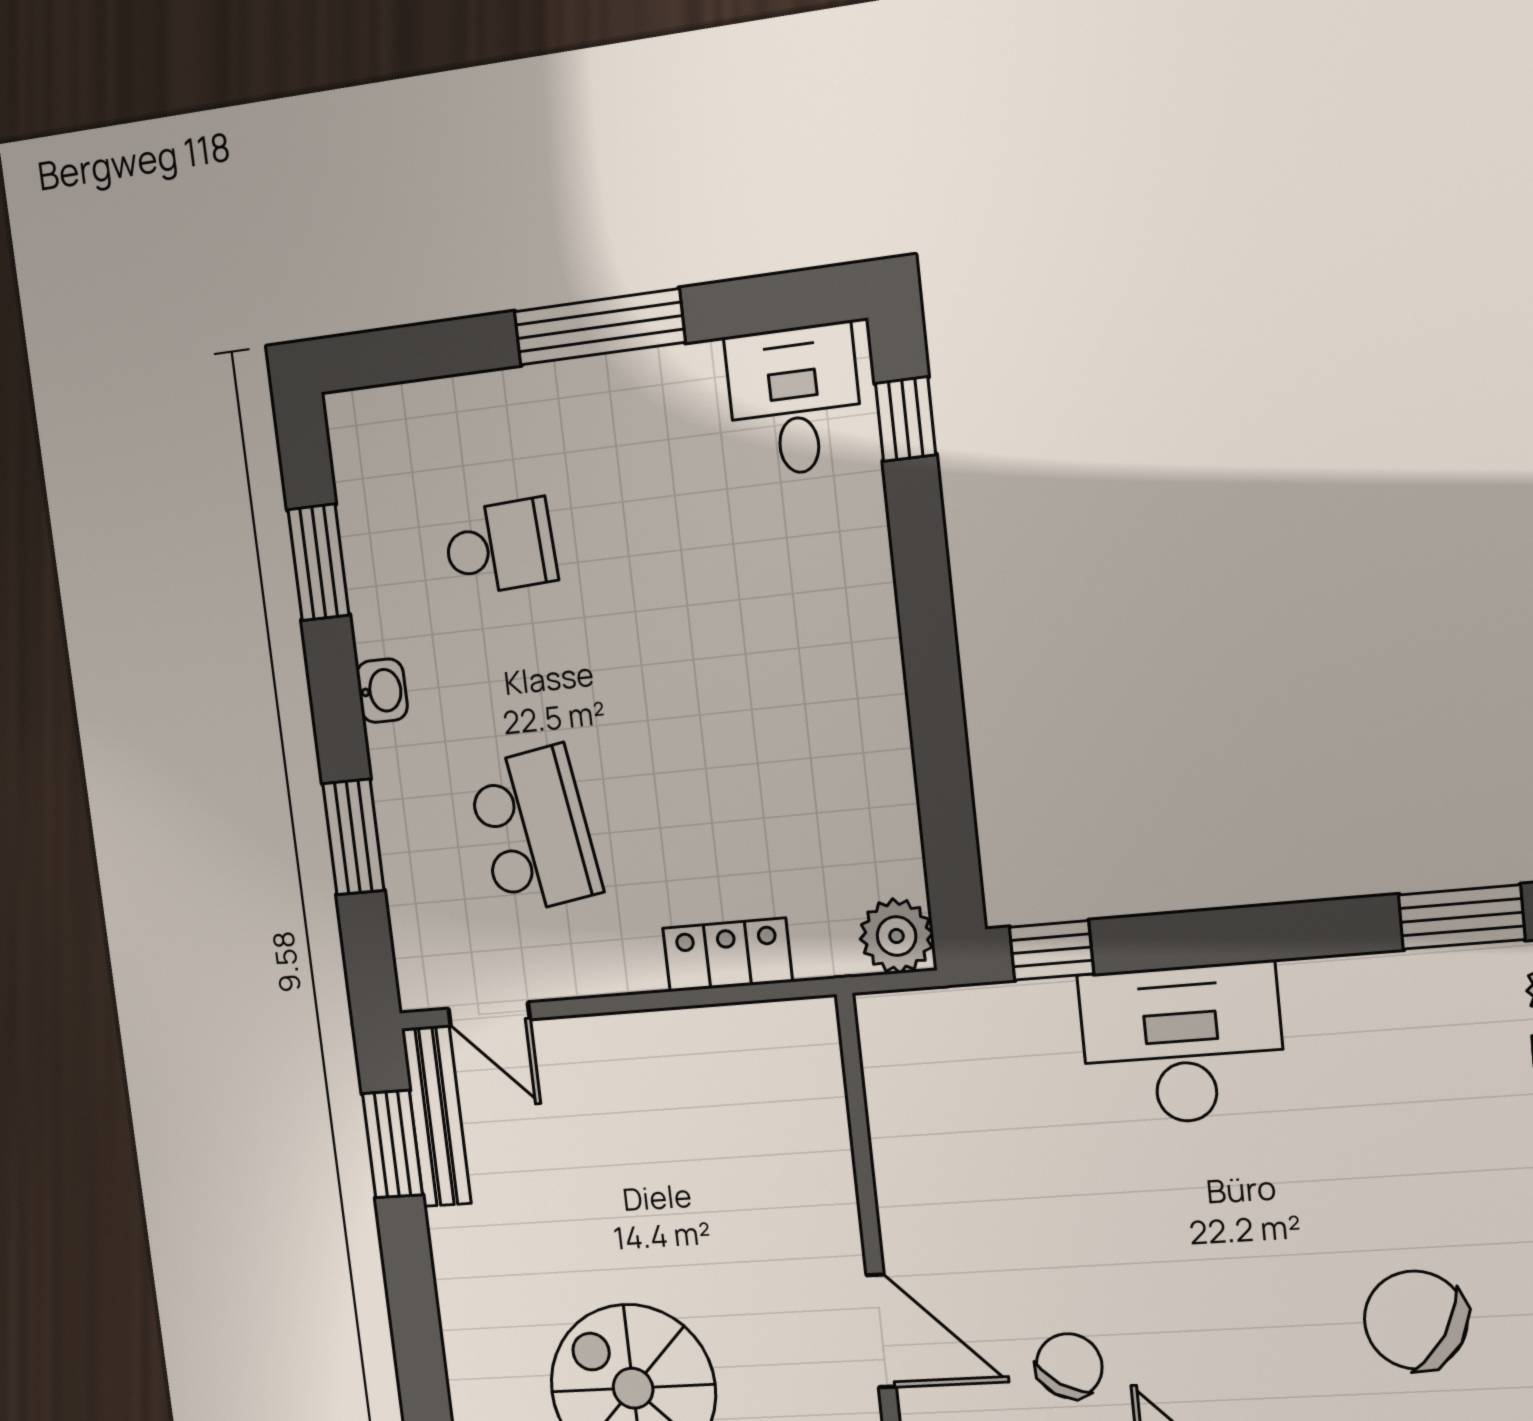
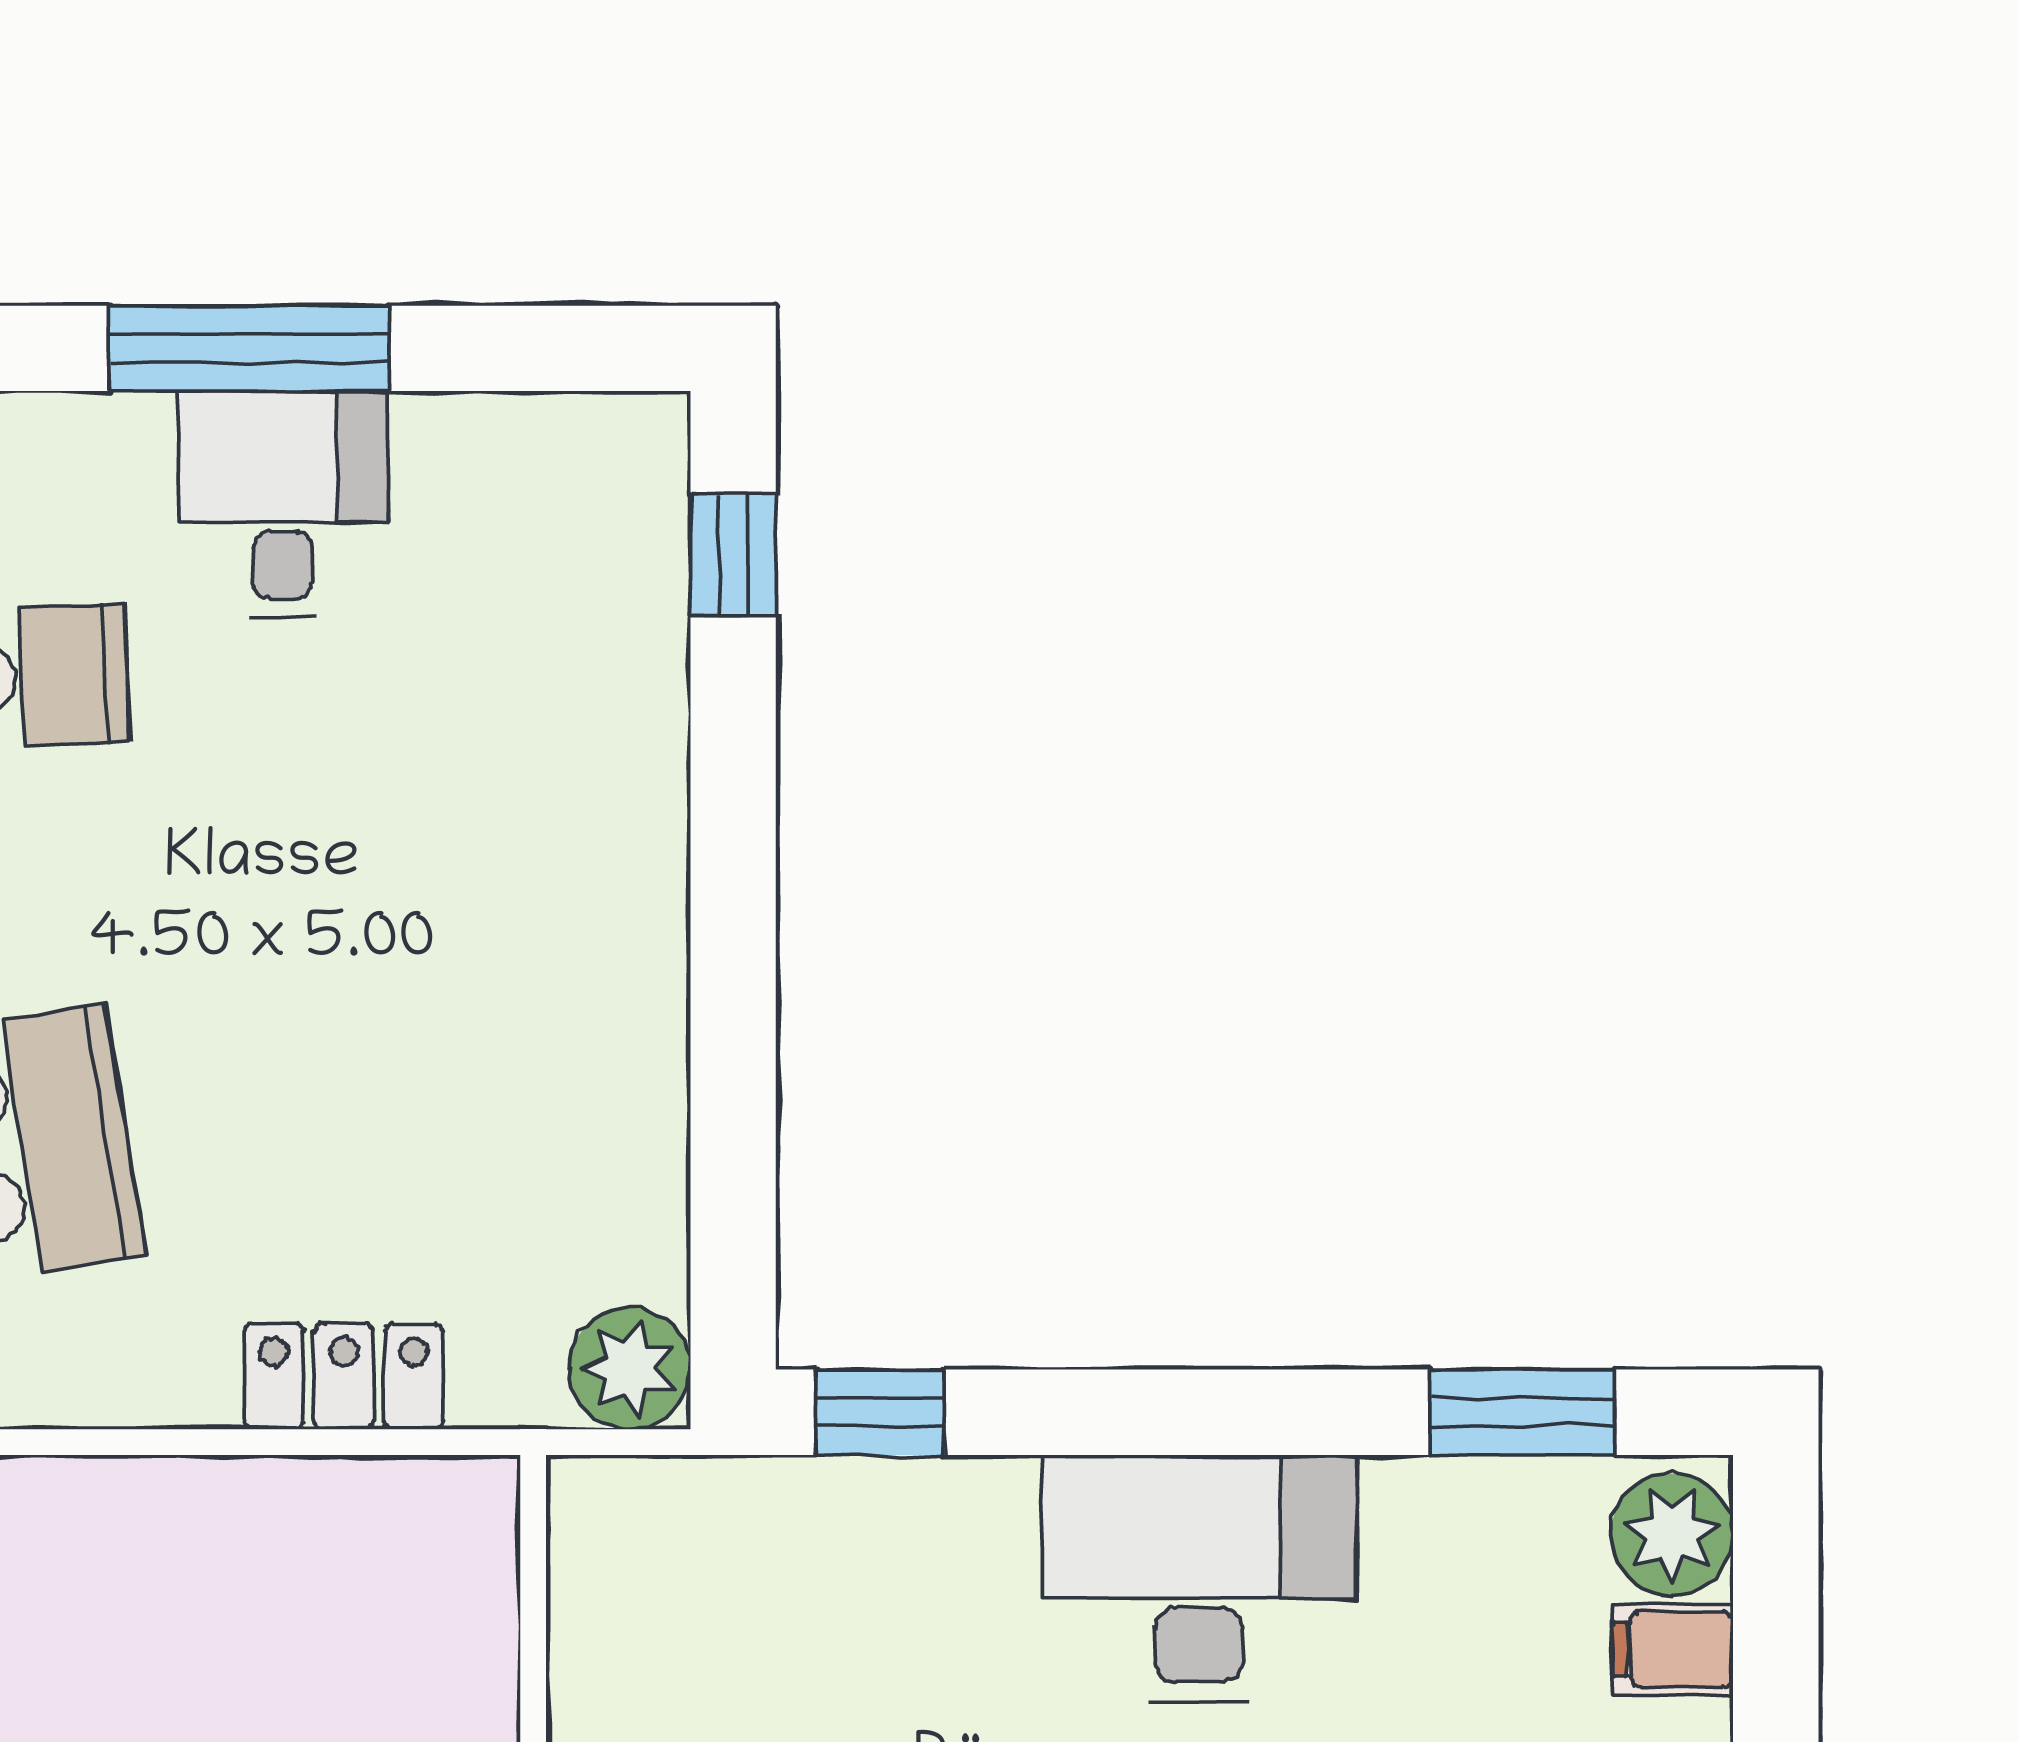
desk: (794, 401) -> (282, 504), moved
desk: (1182, 1044) -> (1199, 1578), moved

